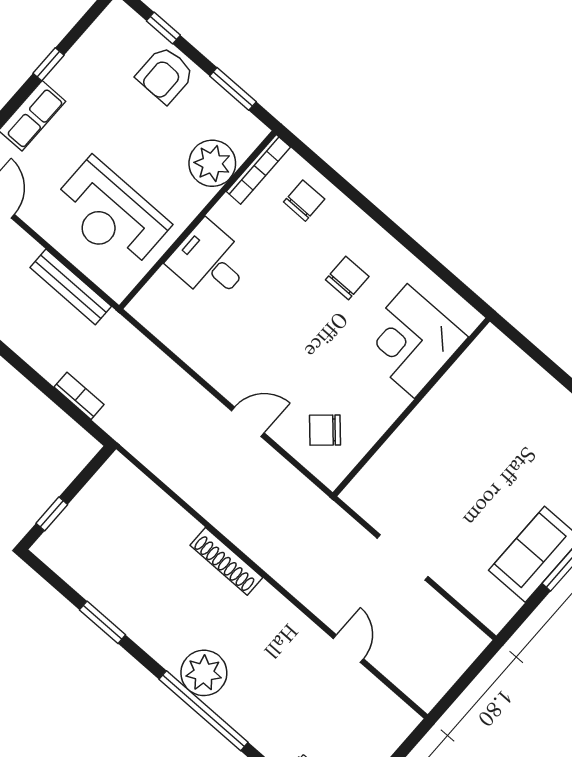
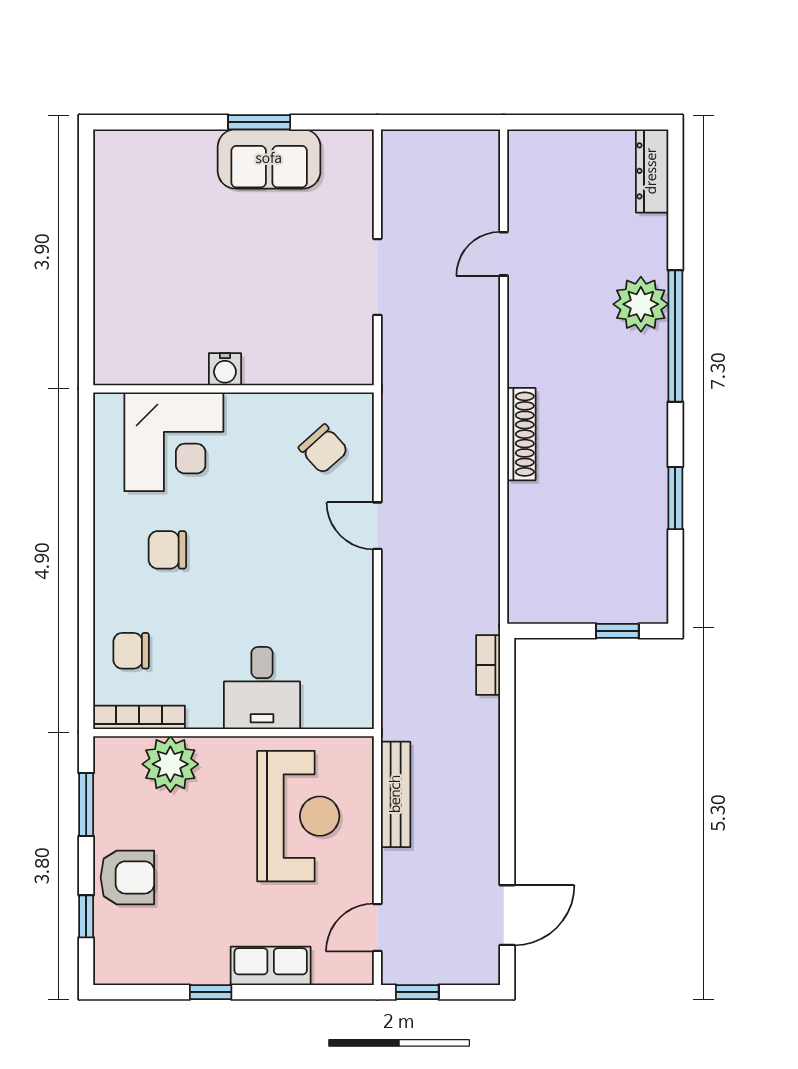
bookcase: (79, 396) -> (488, 665), moved
water cooler: (428, 412) -> (225, 369), added
plant: (204, 673) -> (641, 304), moved

